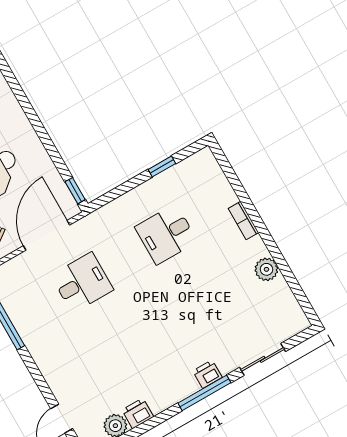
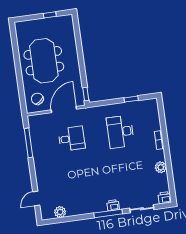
desk: (166, 234) -> (120, 132), width x1.37
printer: (138, 413) -> (165, 198), moved

